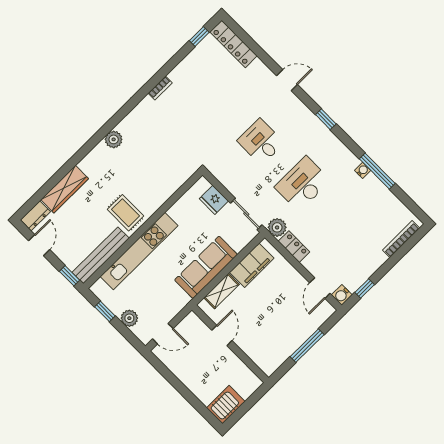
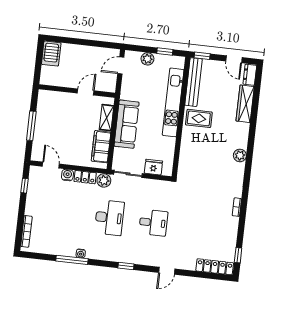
water cooler: (342, 295) -> (67, 175), moved
door: (222, 335) -> (86, 92), swing flipped

